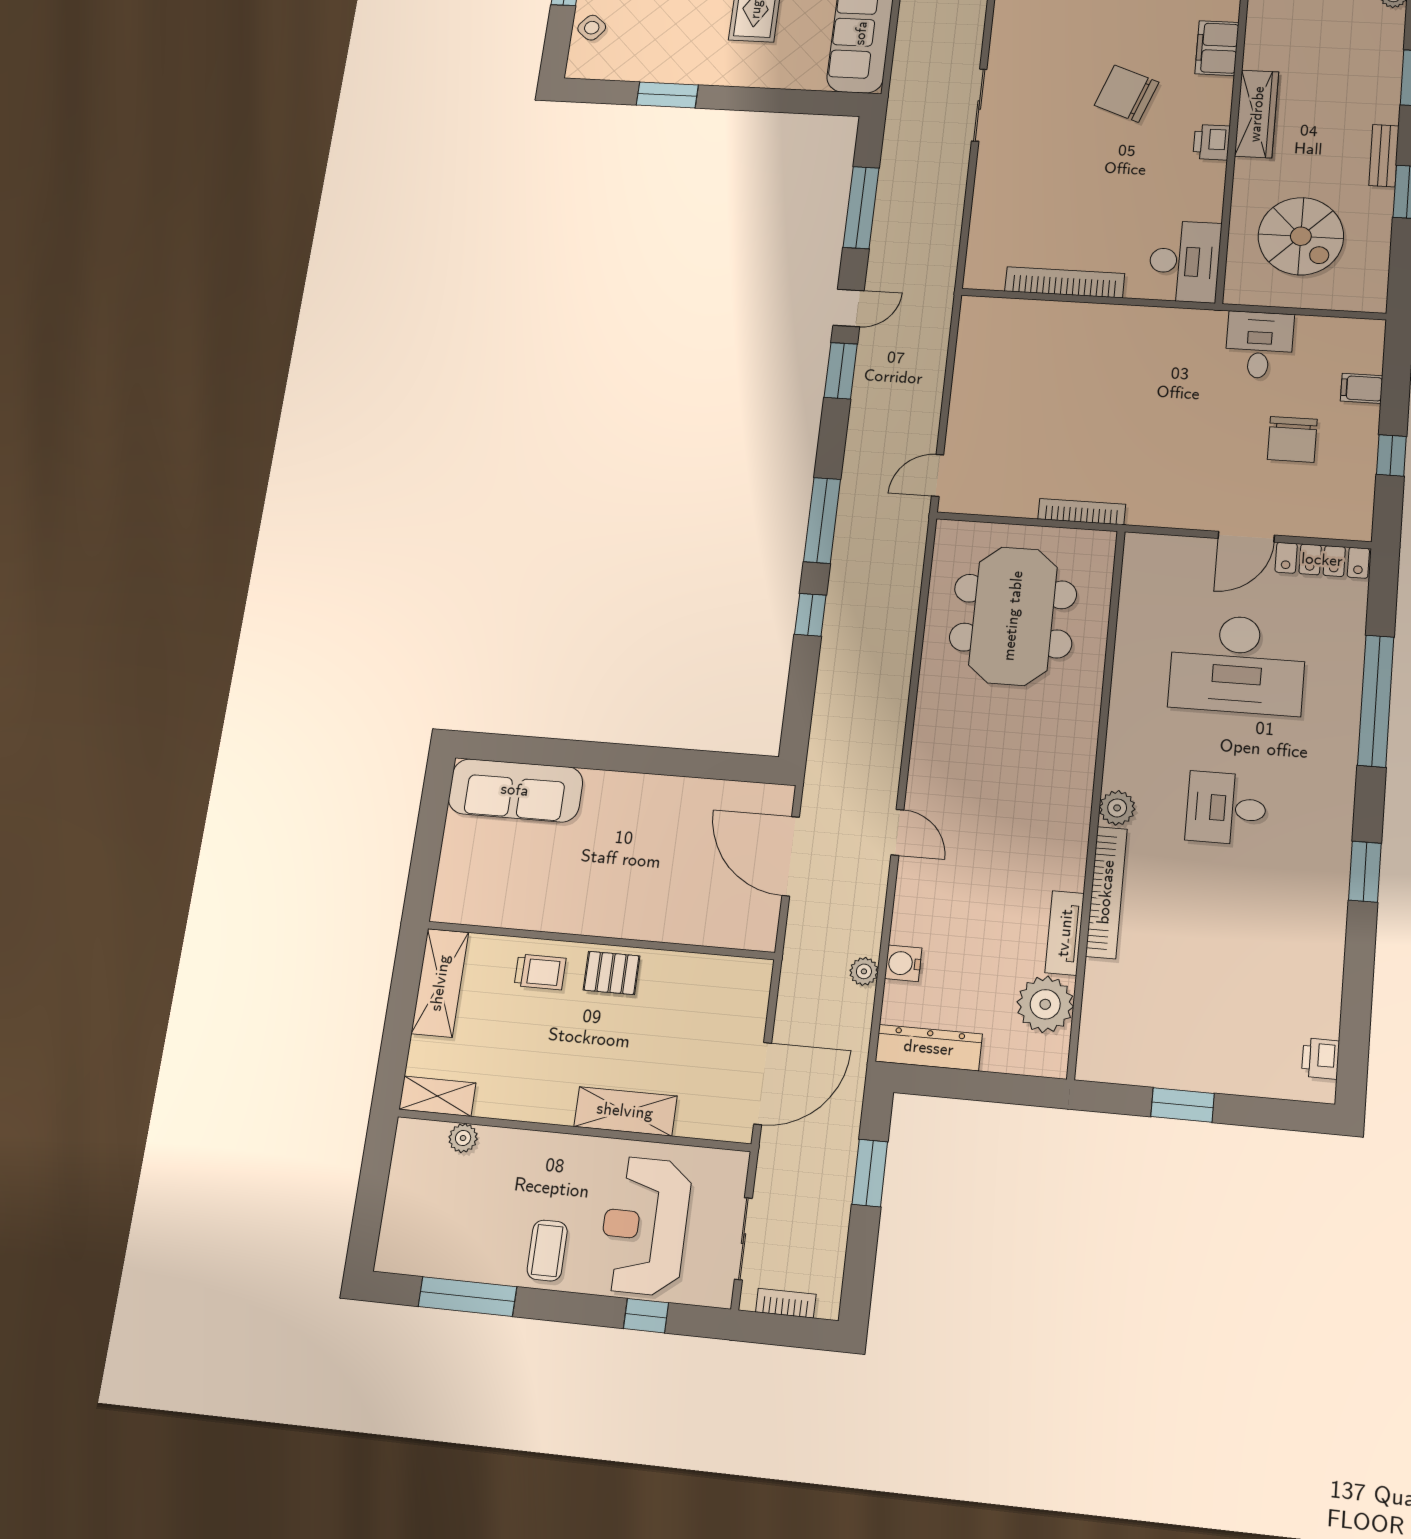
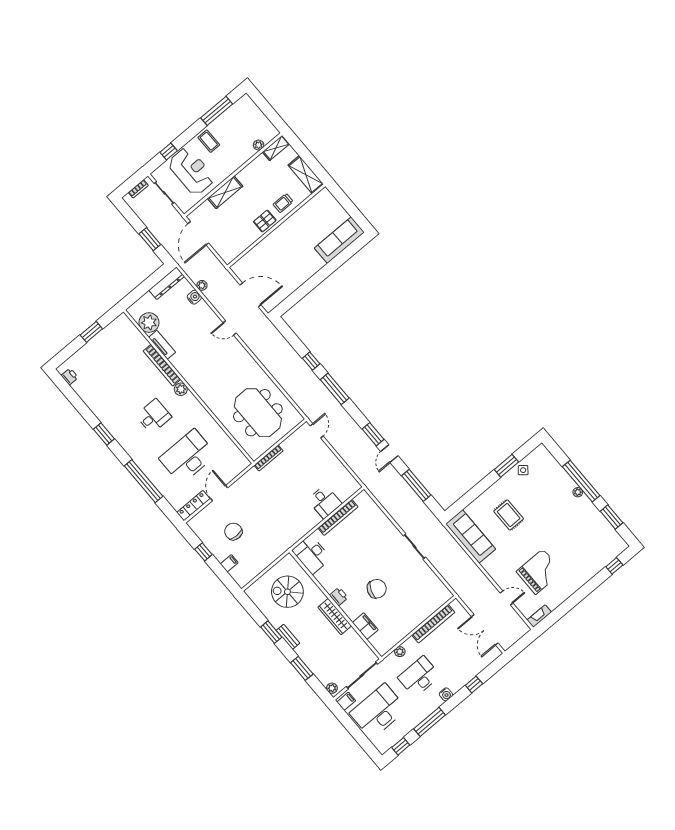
side table: (592, 28) -> (523, 470), moved
desk: (1259, 345) -> (325, 502), moved

